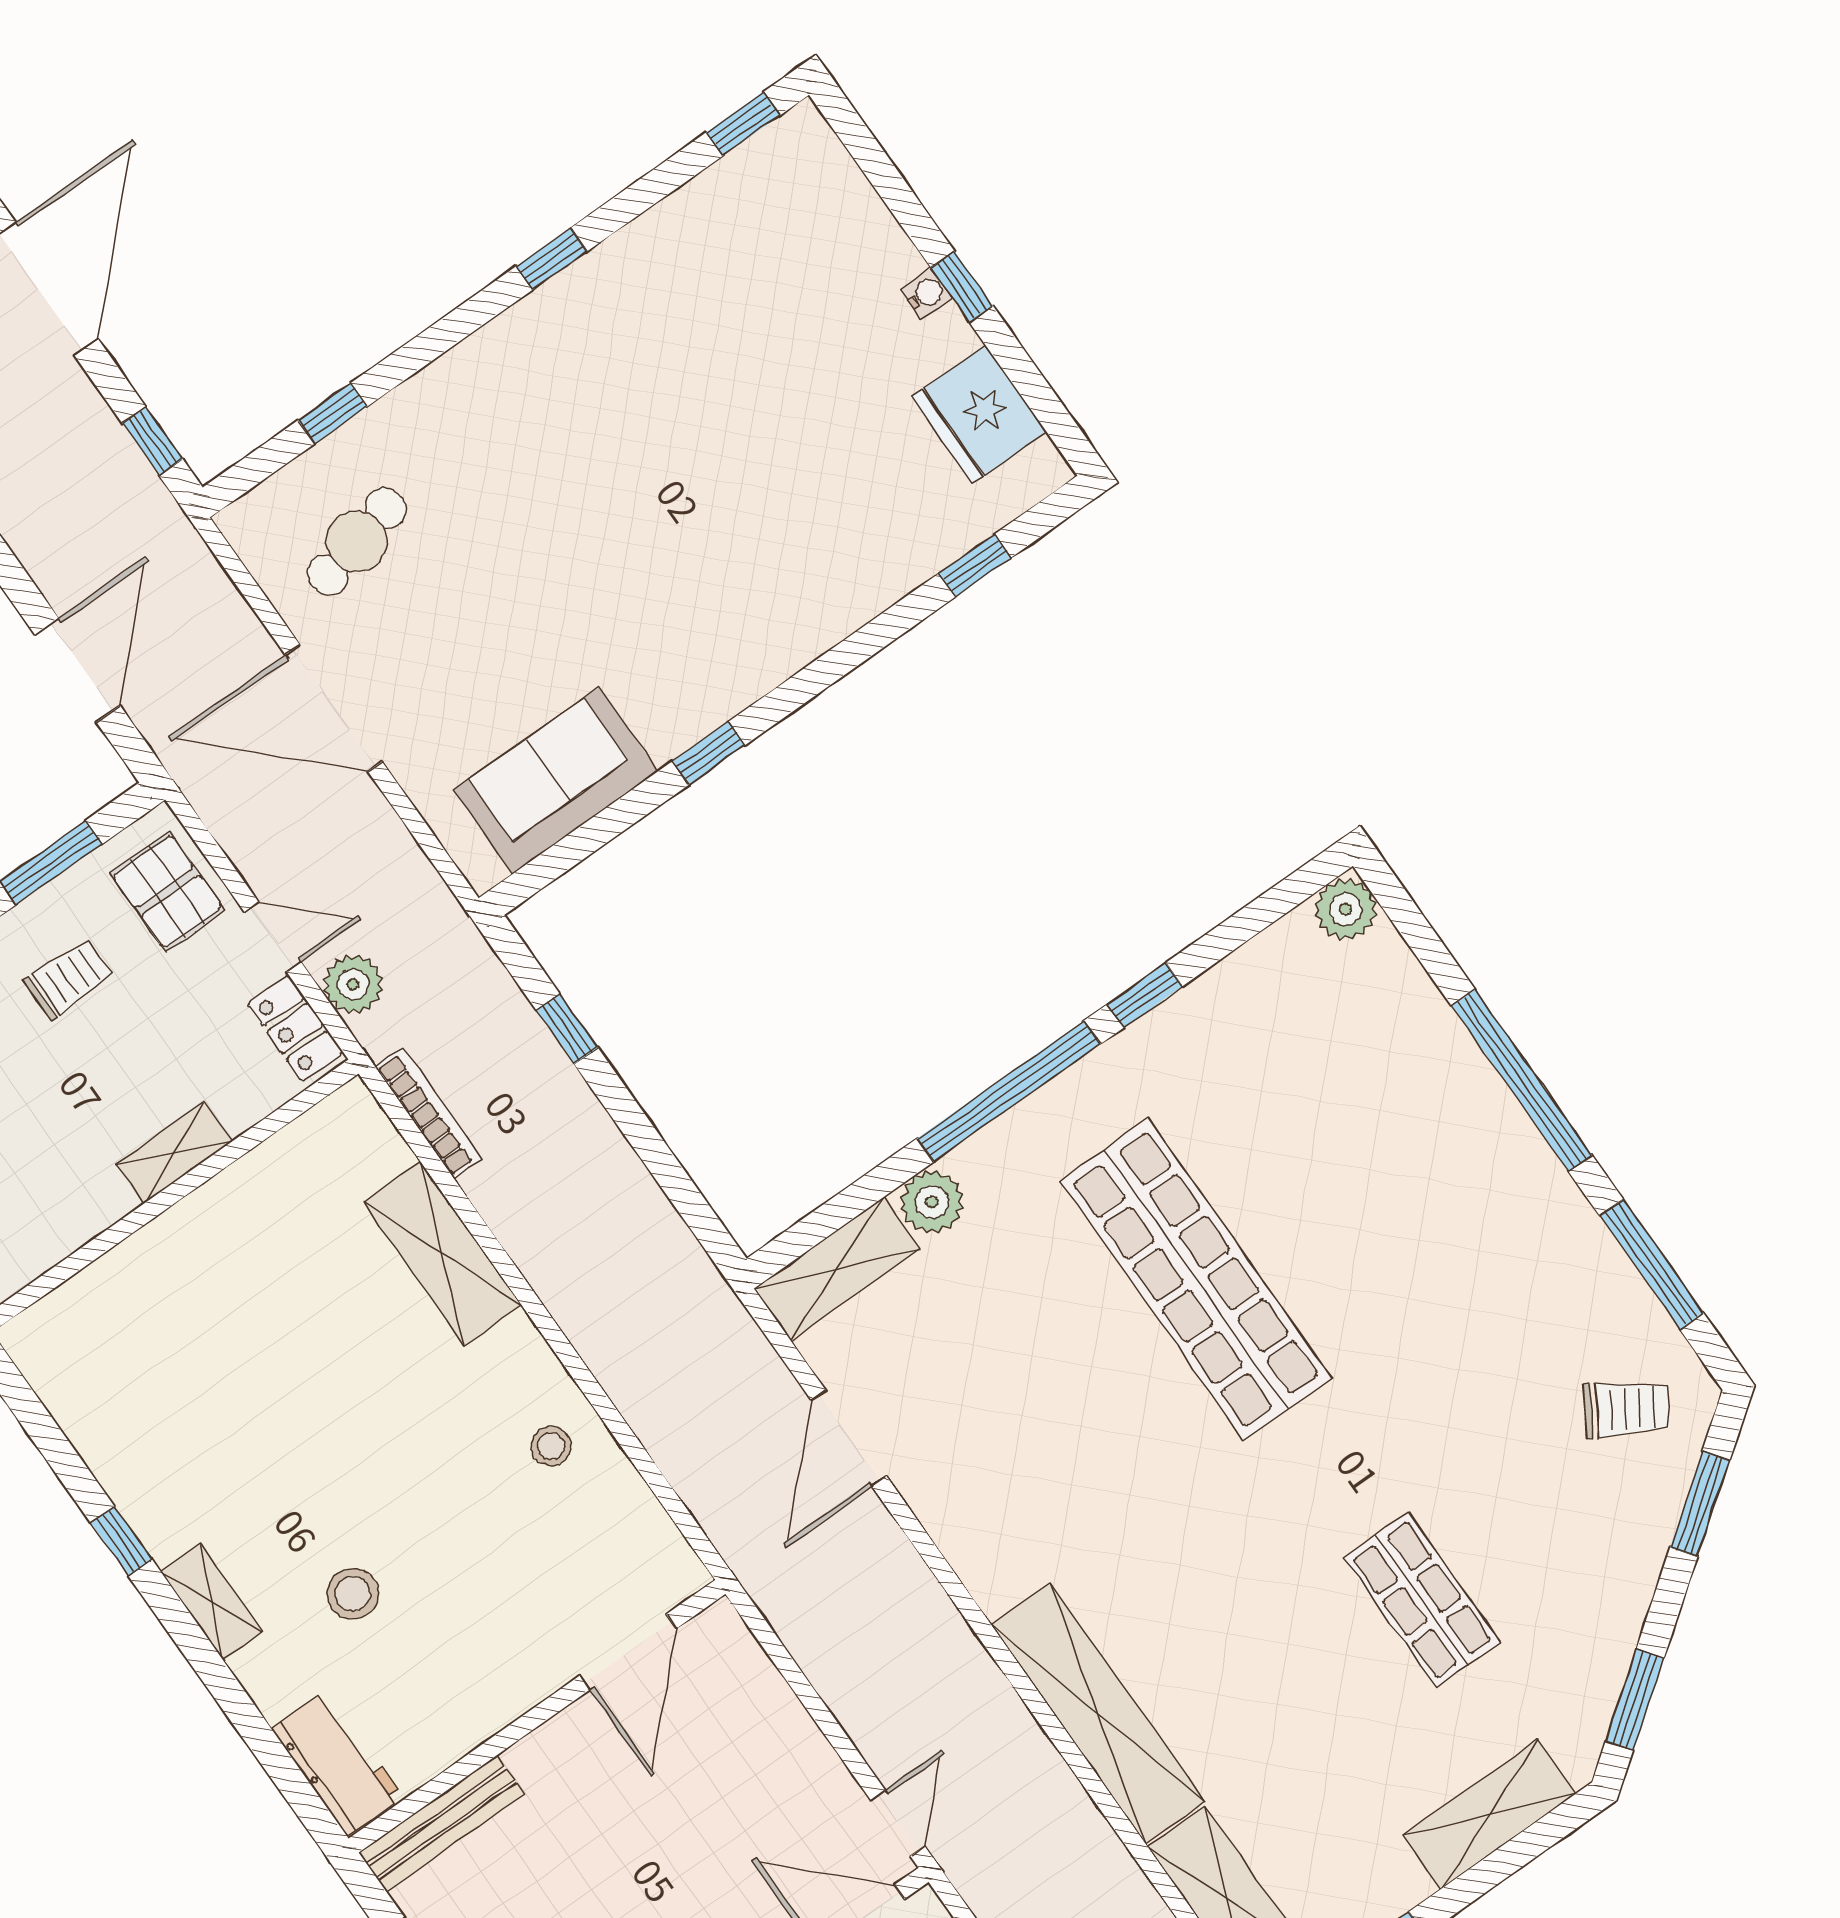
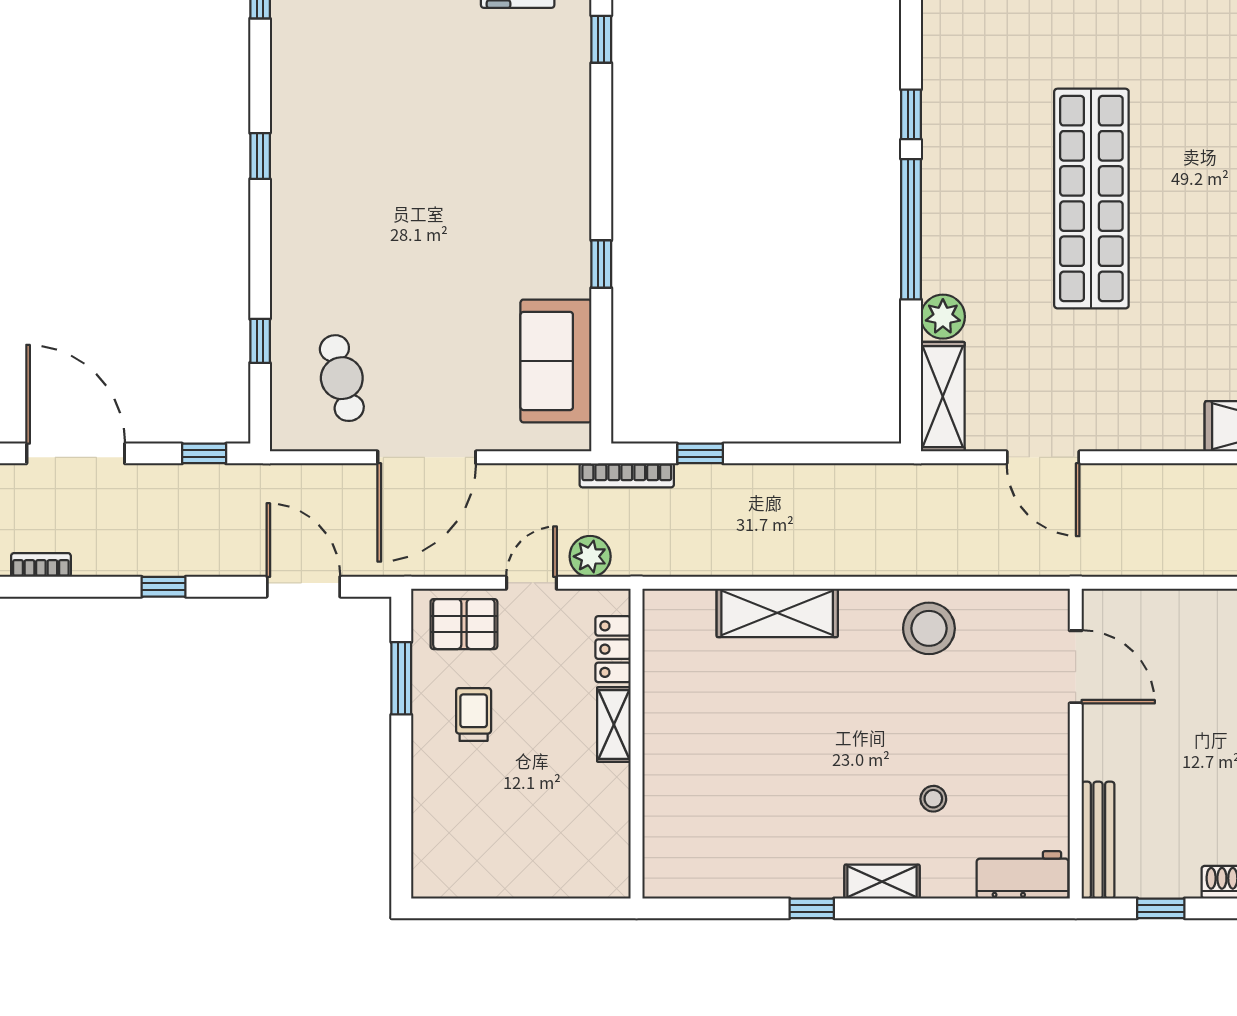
locker: (295, 1028) -> (613, 649), moved, turned 90
bookcase: (428, 1112) -> (627, 475), moved, turned 180
shop shelf: (1196, 1279) -> (1091, 199), turned 90
stool: (551, 1446) -> (929, 628), width x1.89, depth x1.89
stool: (353, 1594) -> (933, 799), width x0.73, depth x0.73

